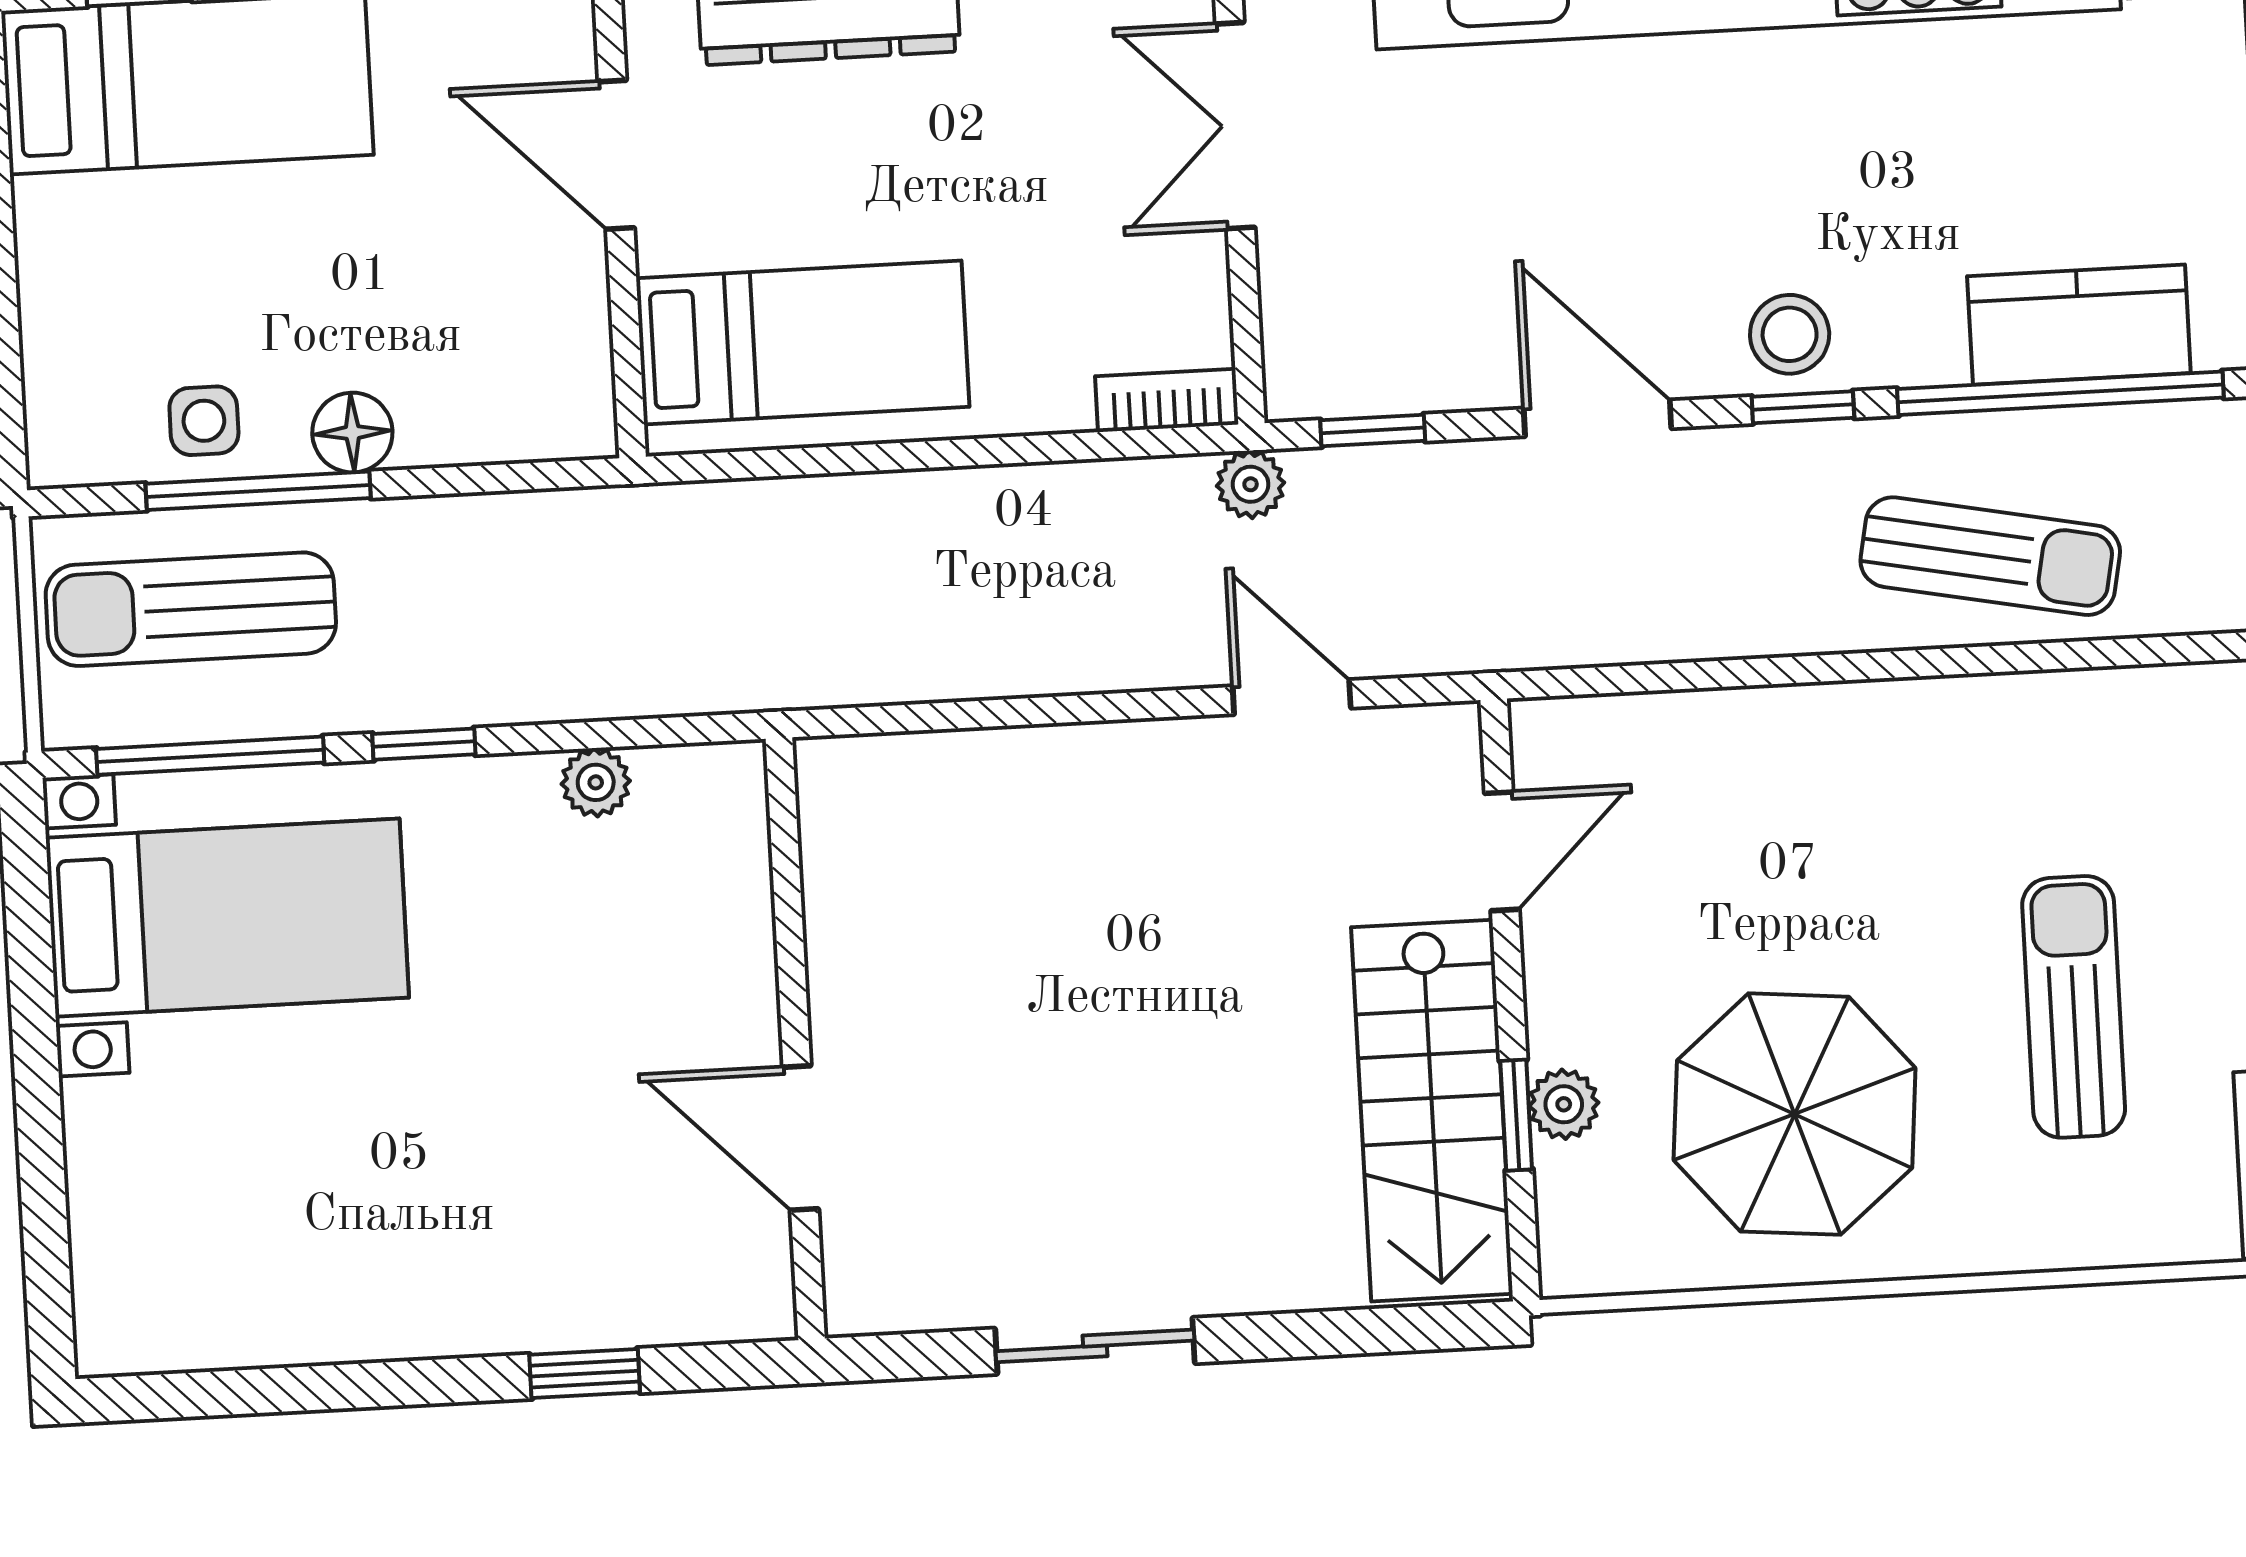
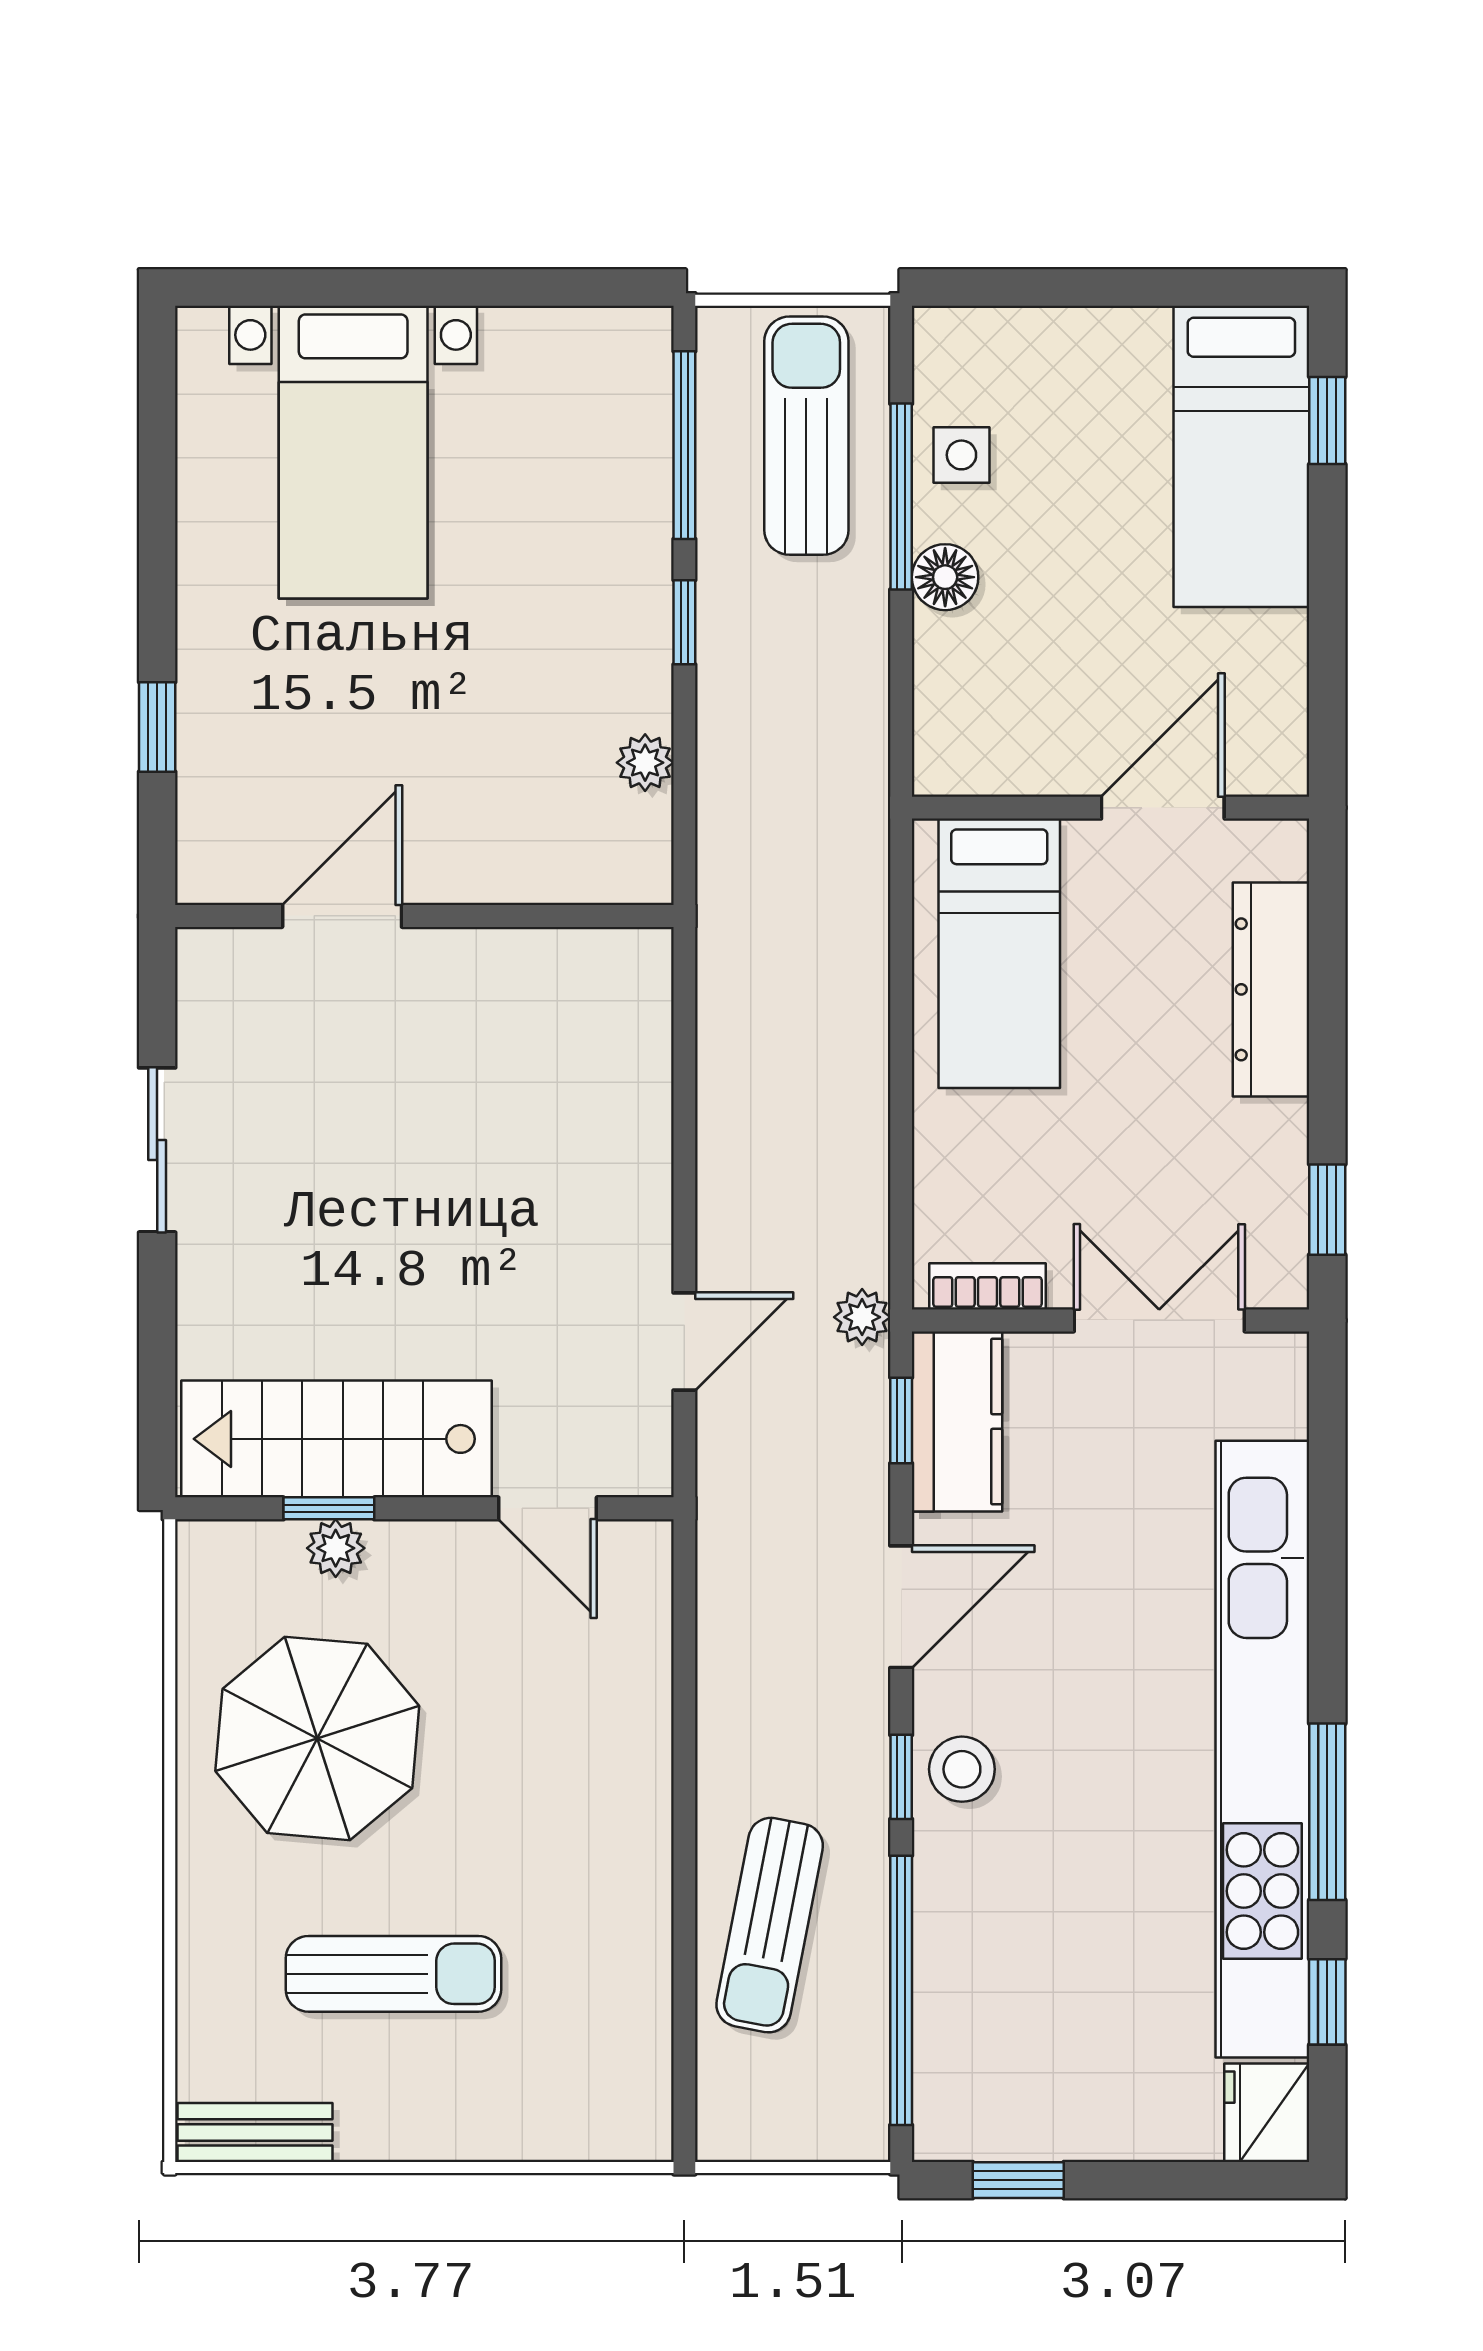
kitchen counter: (2079, 325) -> (957, 1422), moved
bookcase: (1167, 400) -> (987, 1286), moved, turned -90
bed with nightstands: (227, 918) -> (353, 452), moved

